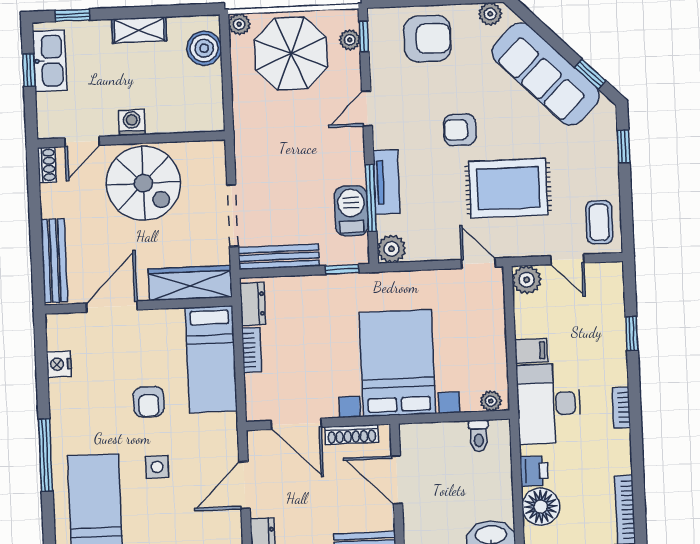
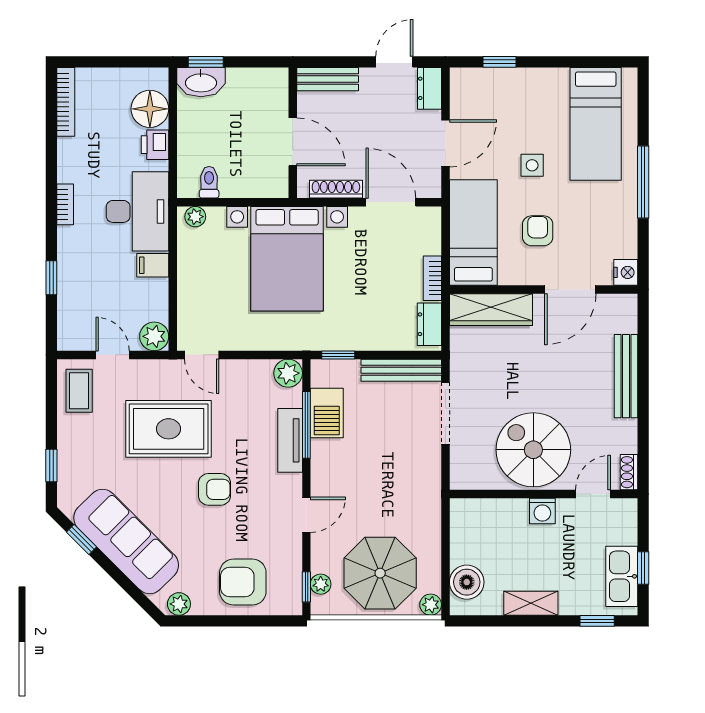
wardrobe: (190, 283) -> (491, 310), moved
wall: (139, 305) -> (544, 290), moved
door: (112, 307) -> (570, 290), moved
bed: (211, 359) -> (473, 233), moved

